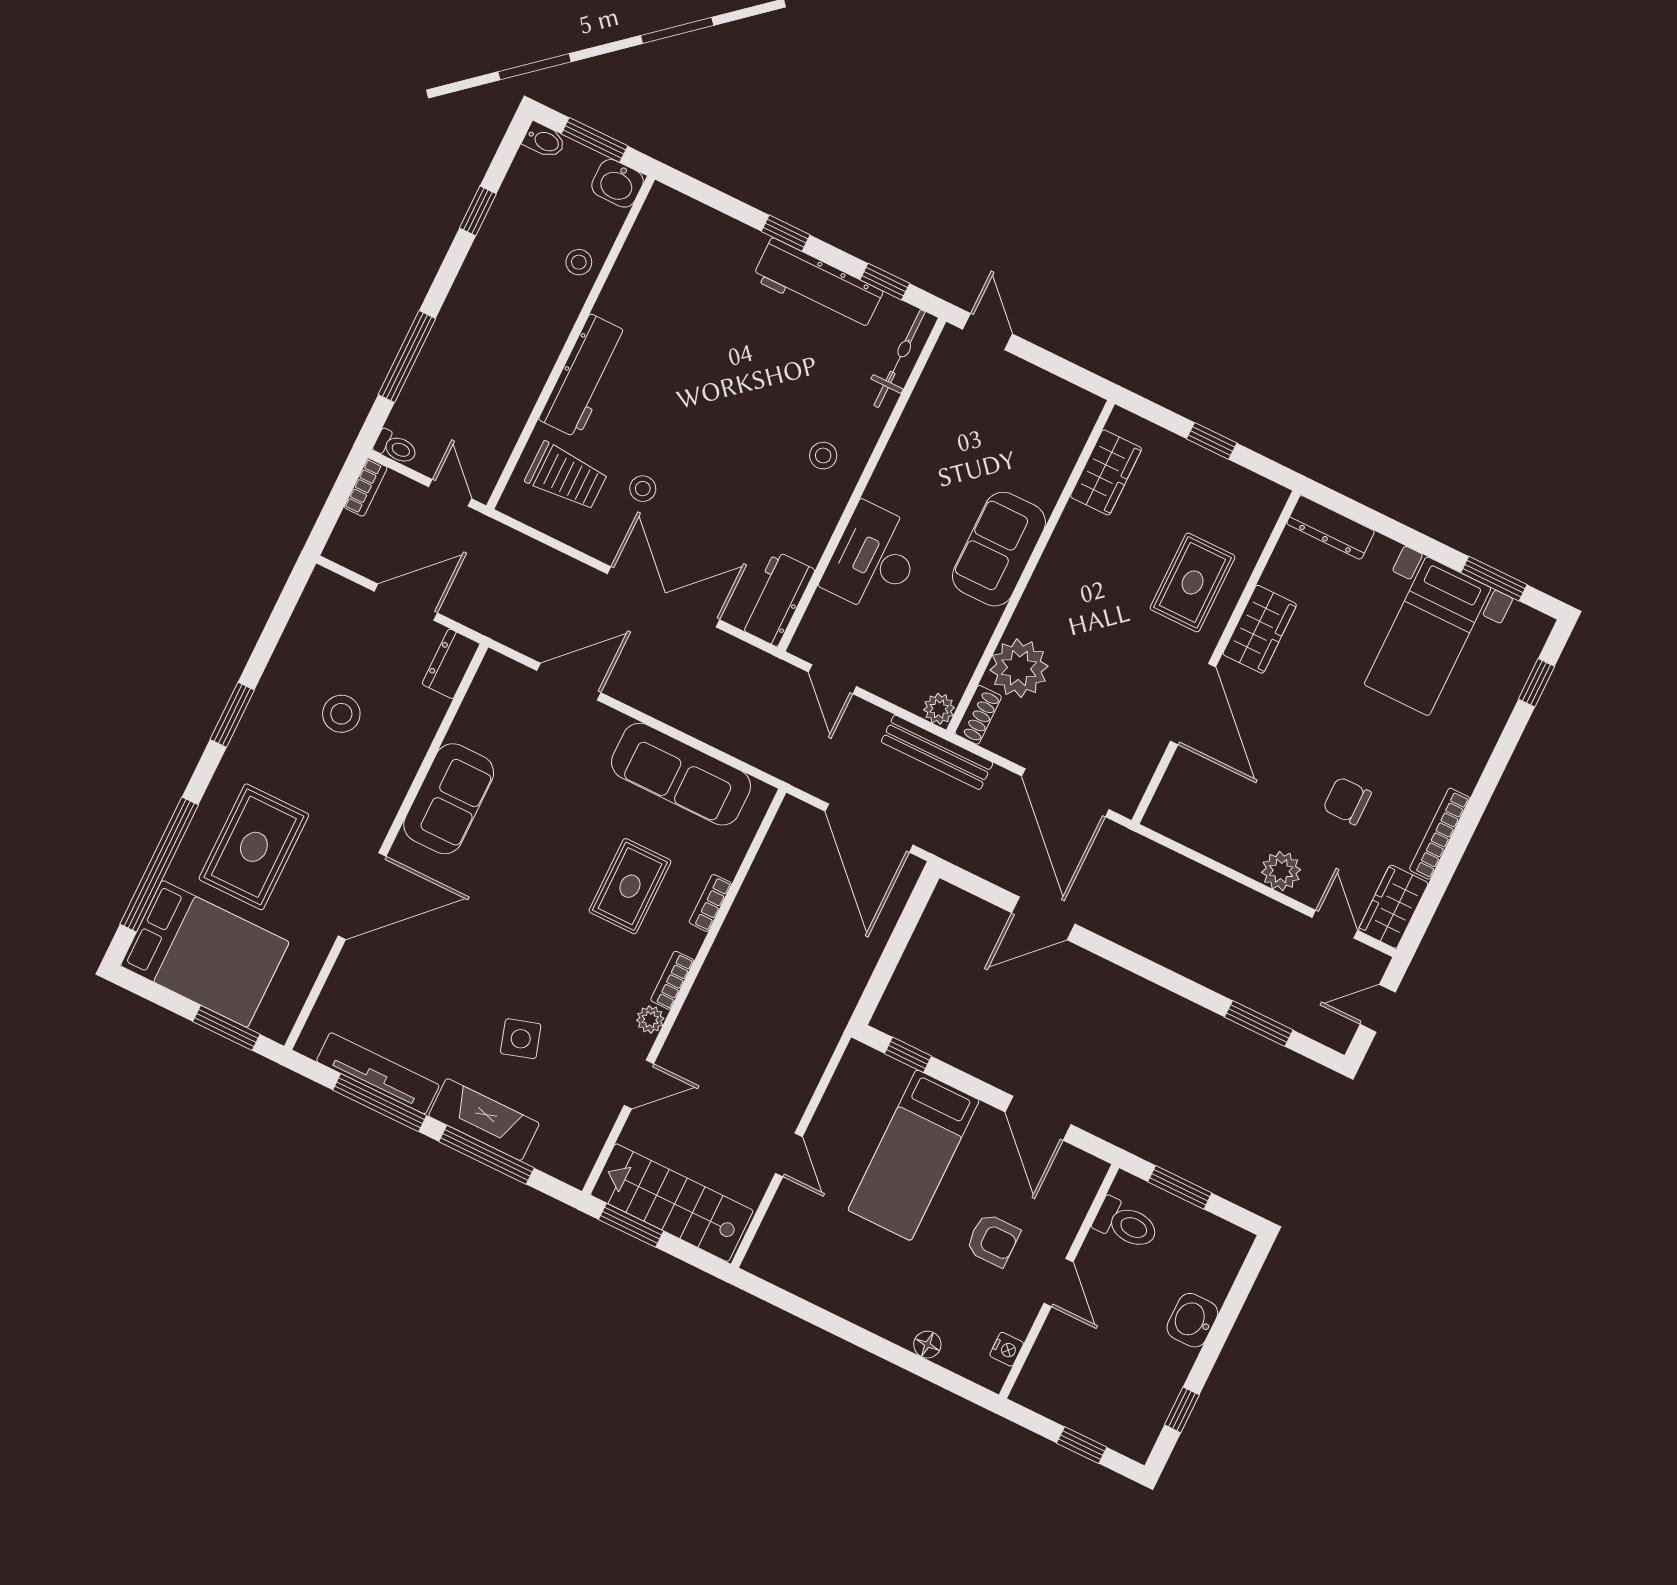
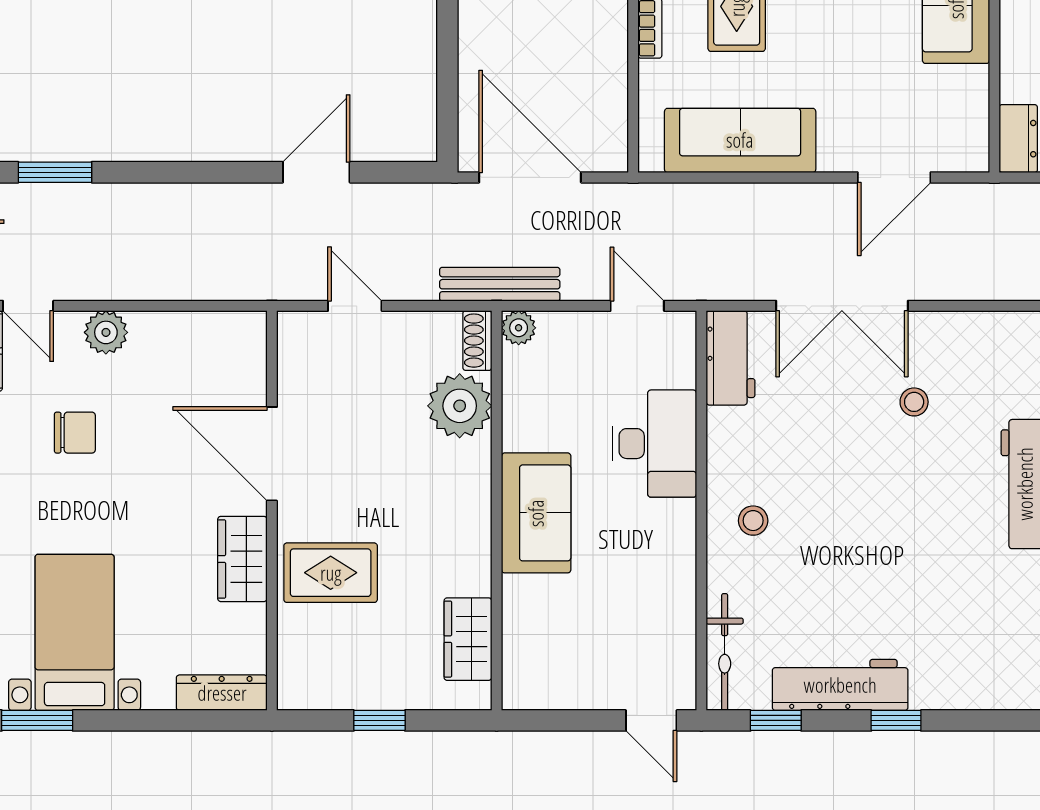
trolley: (566, 476) -> (995, 377), removed
rug: (1193, 582) -> (331, 573), turned 90
door: (1065, 793) -> (355, 306), width x0.53

